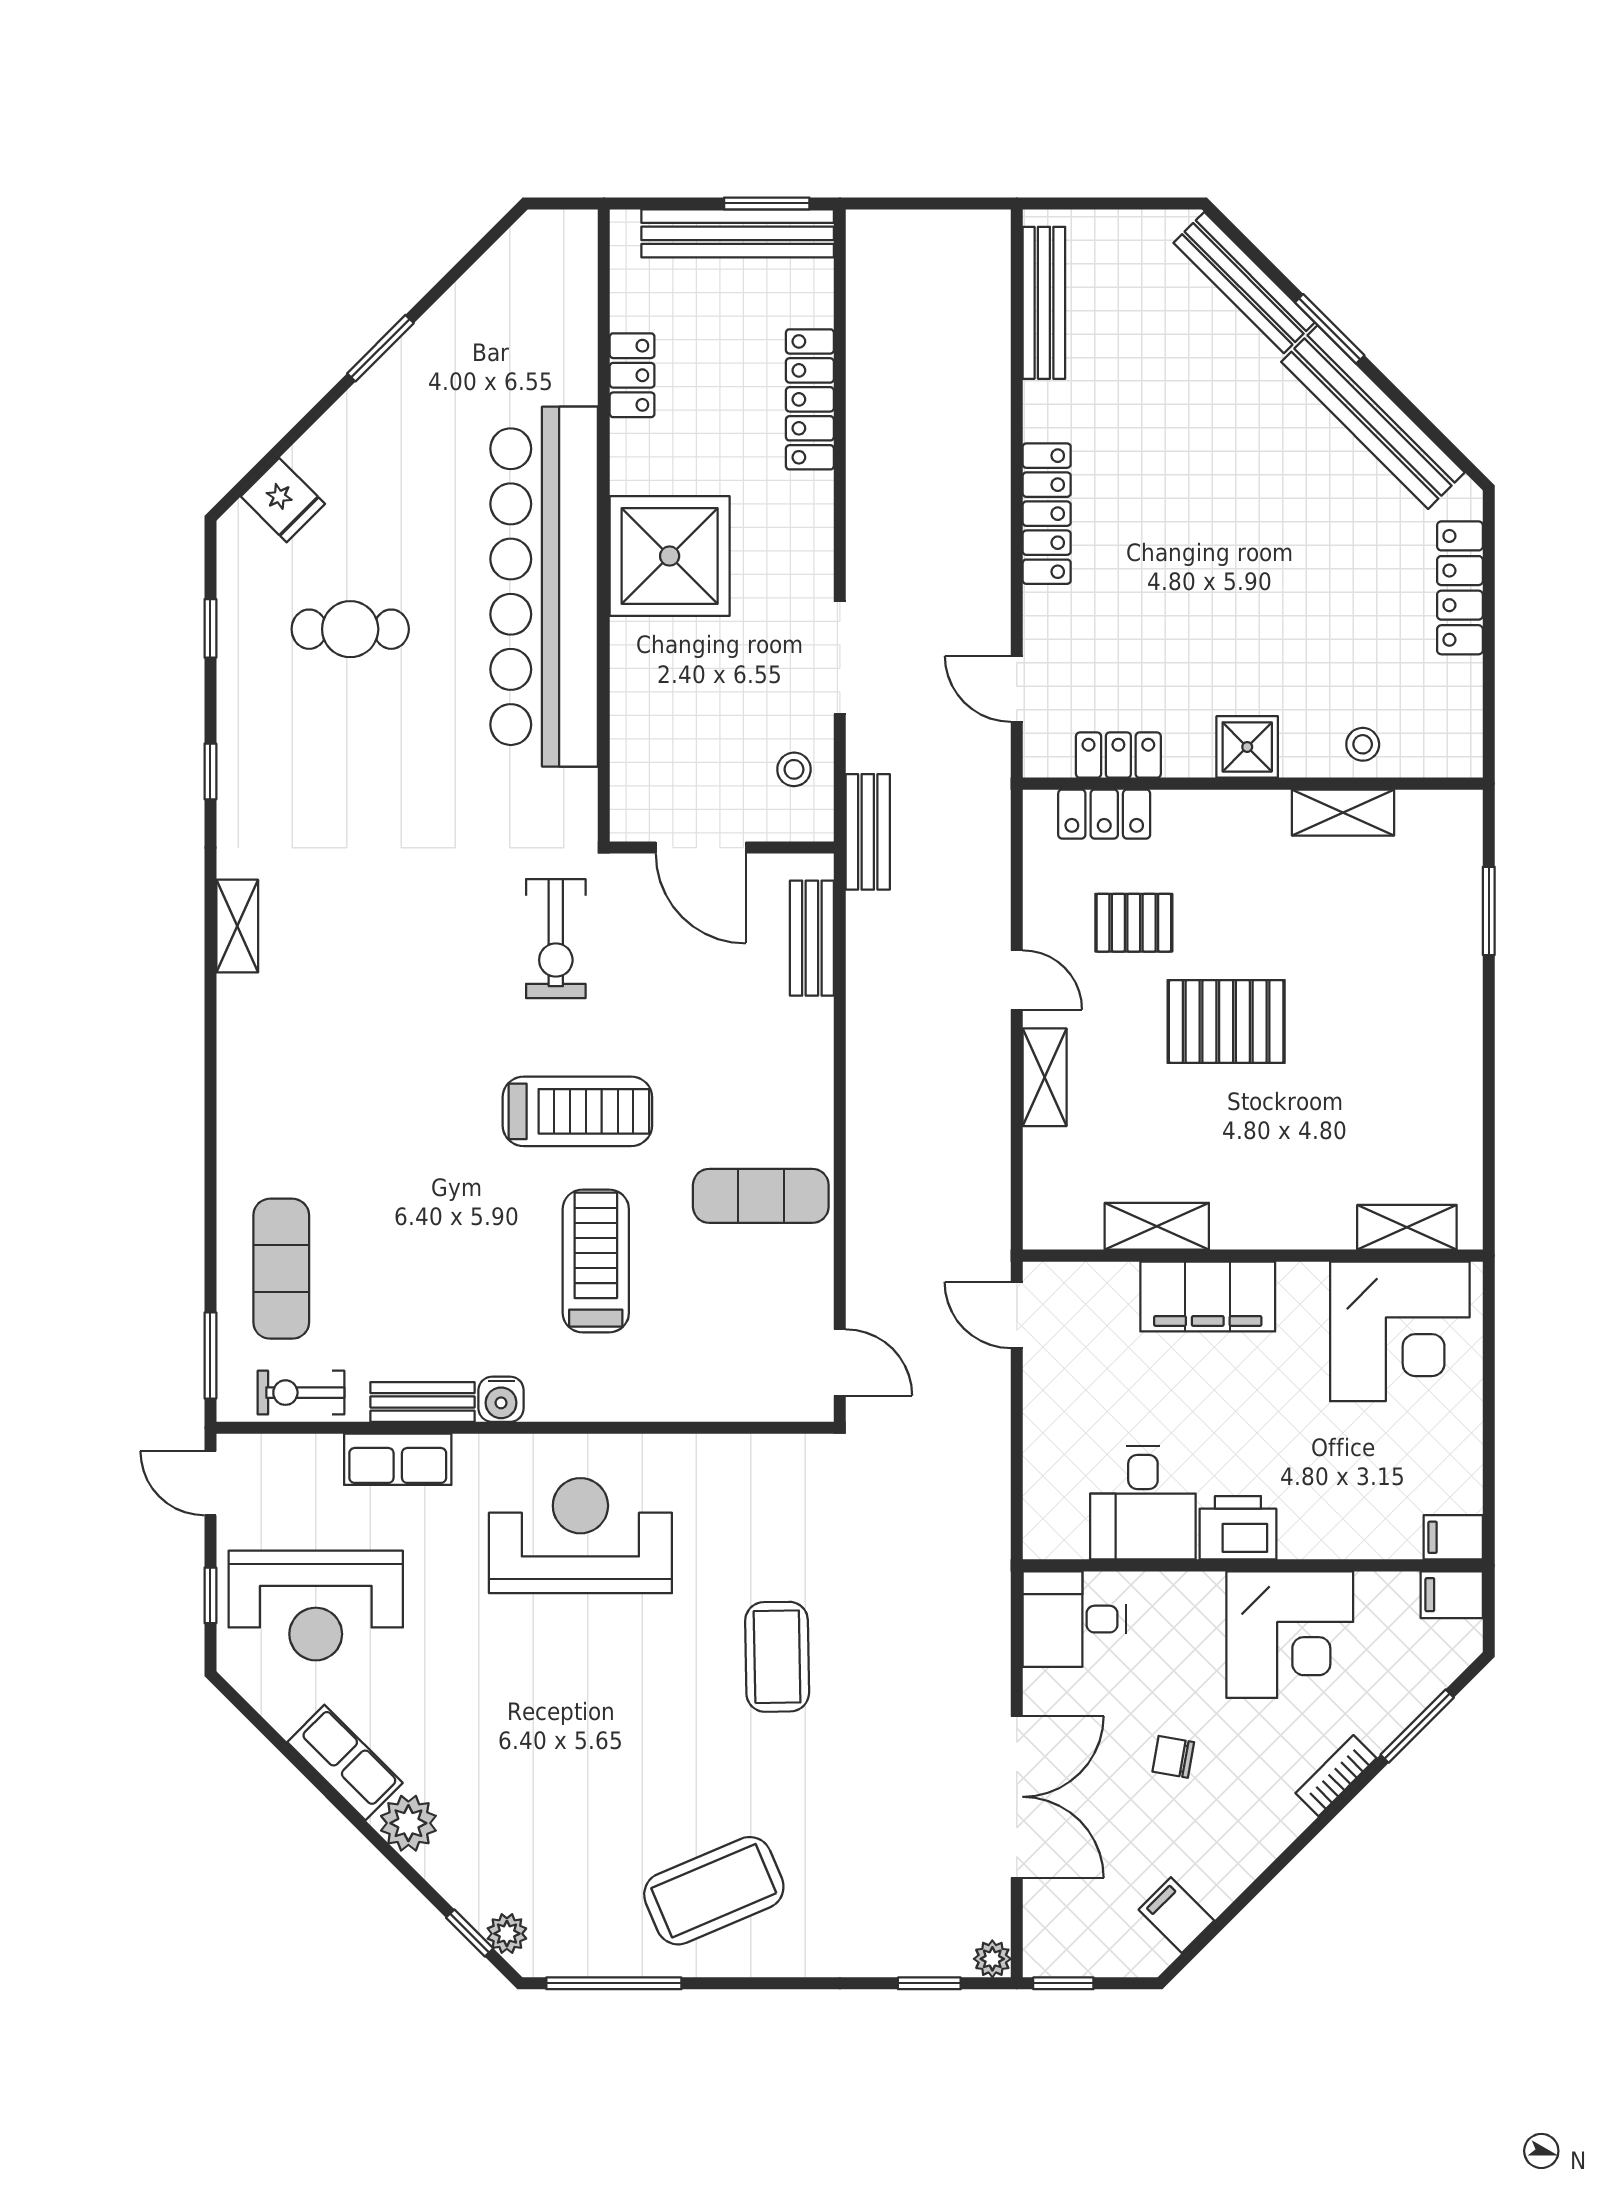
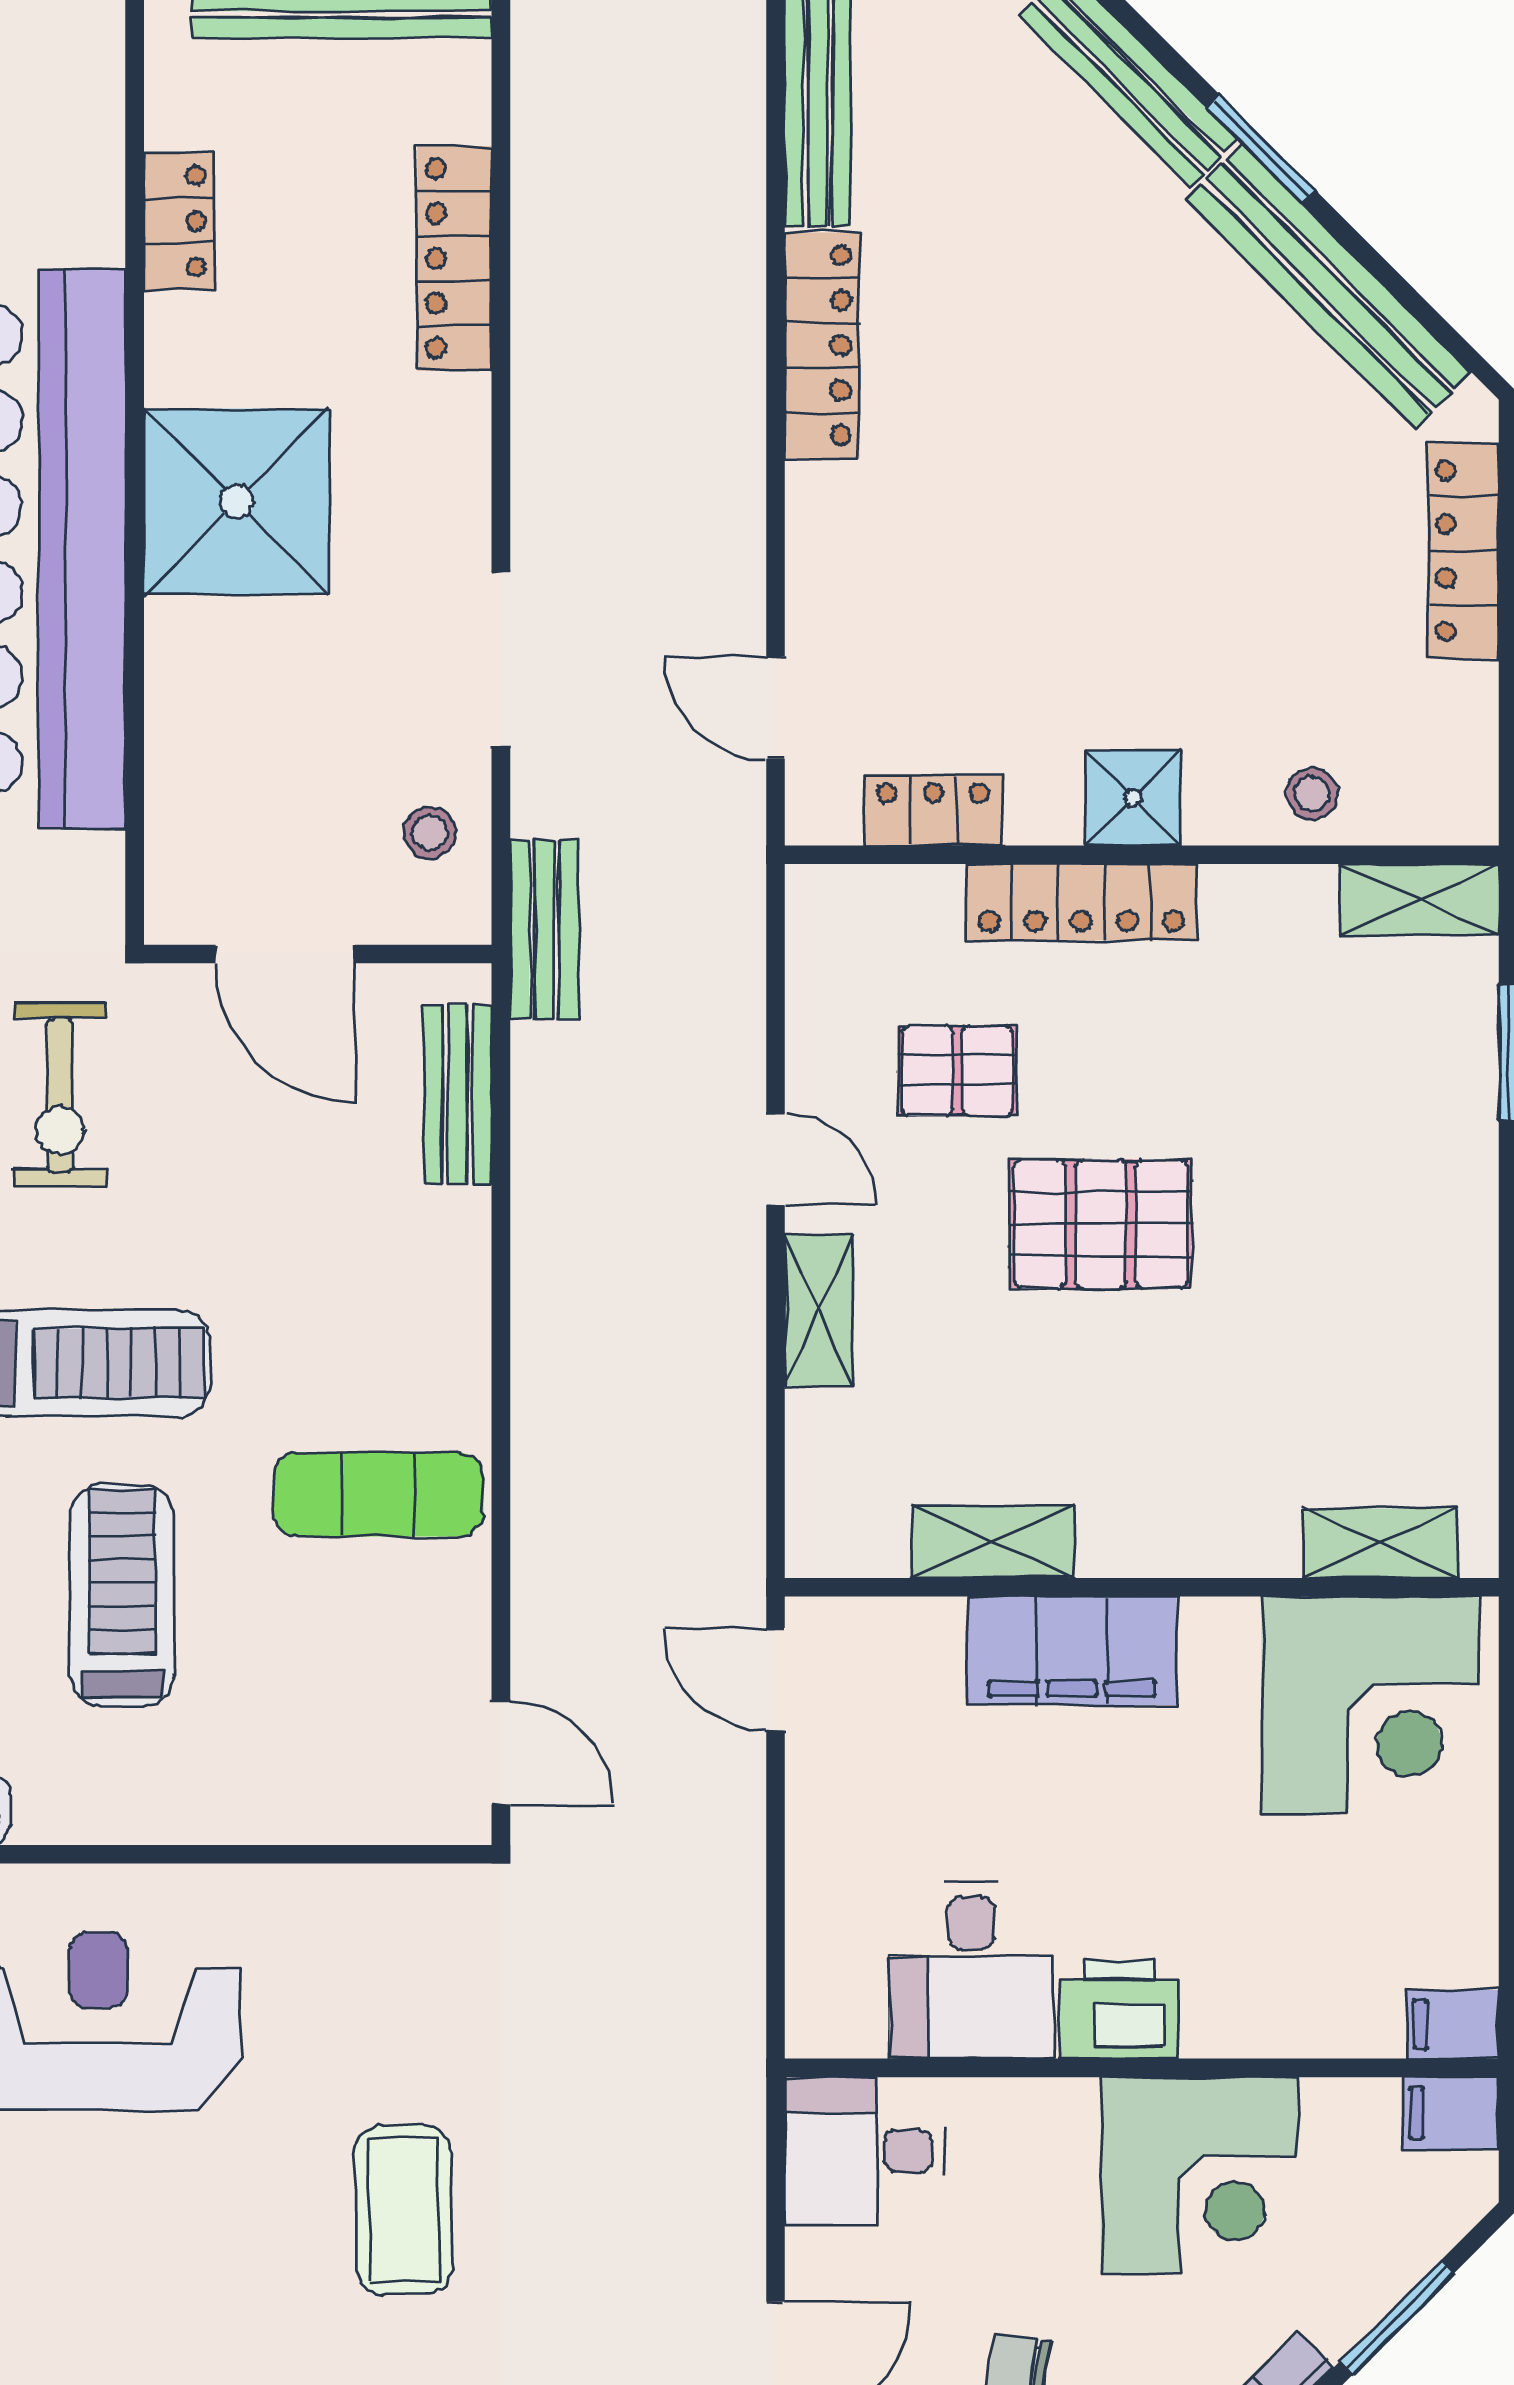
locker: (1047, 514) -> (822, 345), moved
shelving: (1343, 813) -> (1419, 900), moved
locker: (1104, 814) -> (1081, 902), moved, width x1.53

